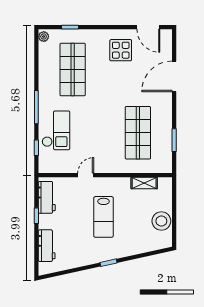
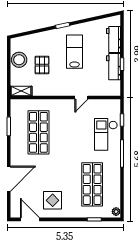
shelving: (144, 183) -> (21, 91), moved
workbench: (47, 197) -> (113, 67), moved
pallet: (134, 215) -> (42, 65), added
lab bench: (104, 217) -> (74, 52), moved

